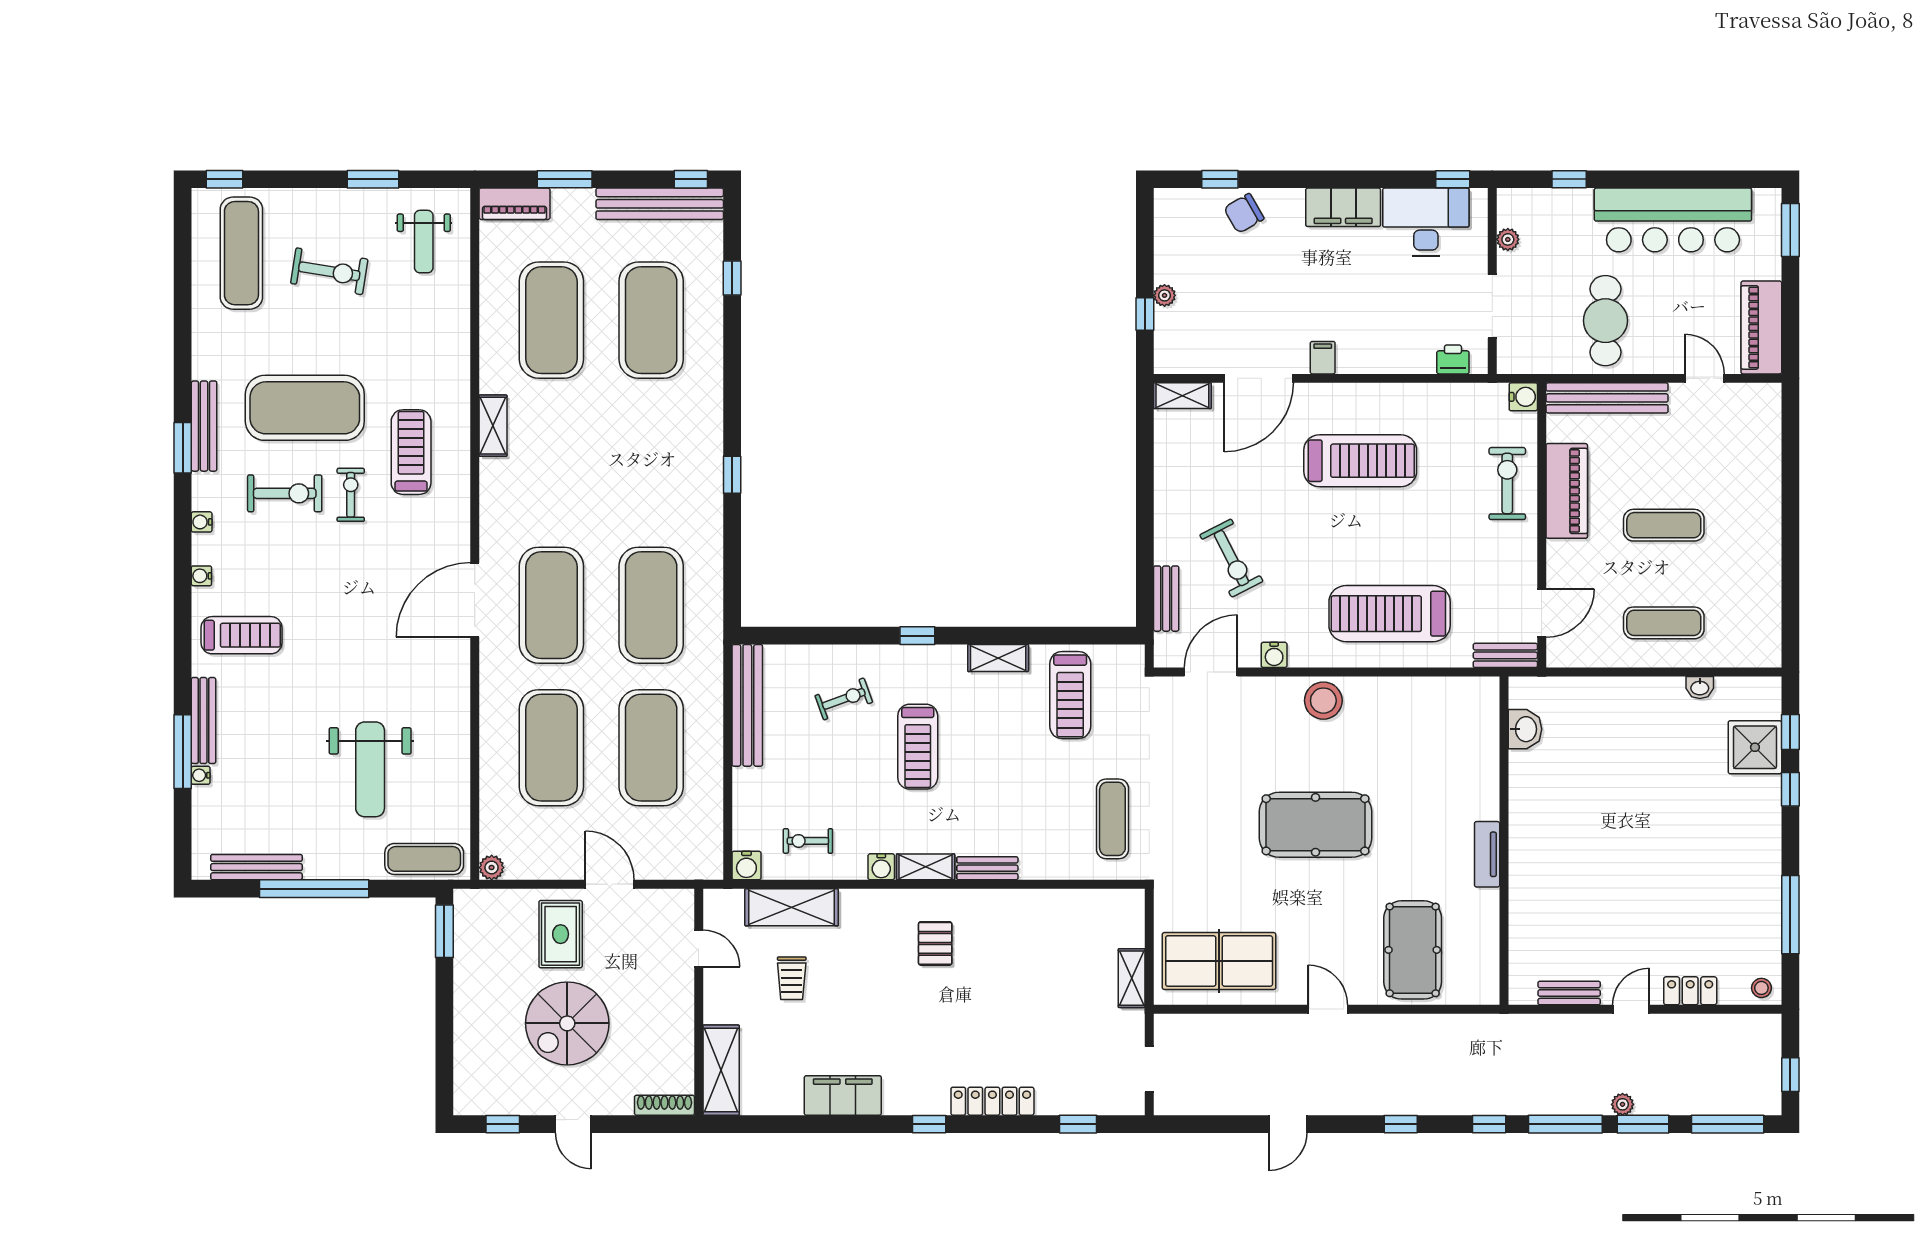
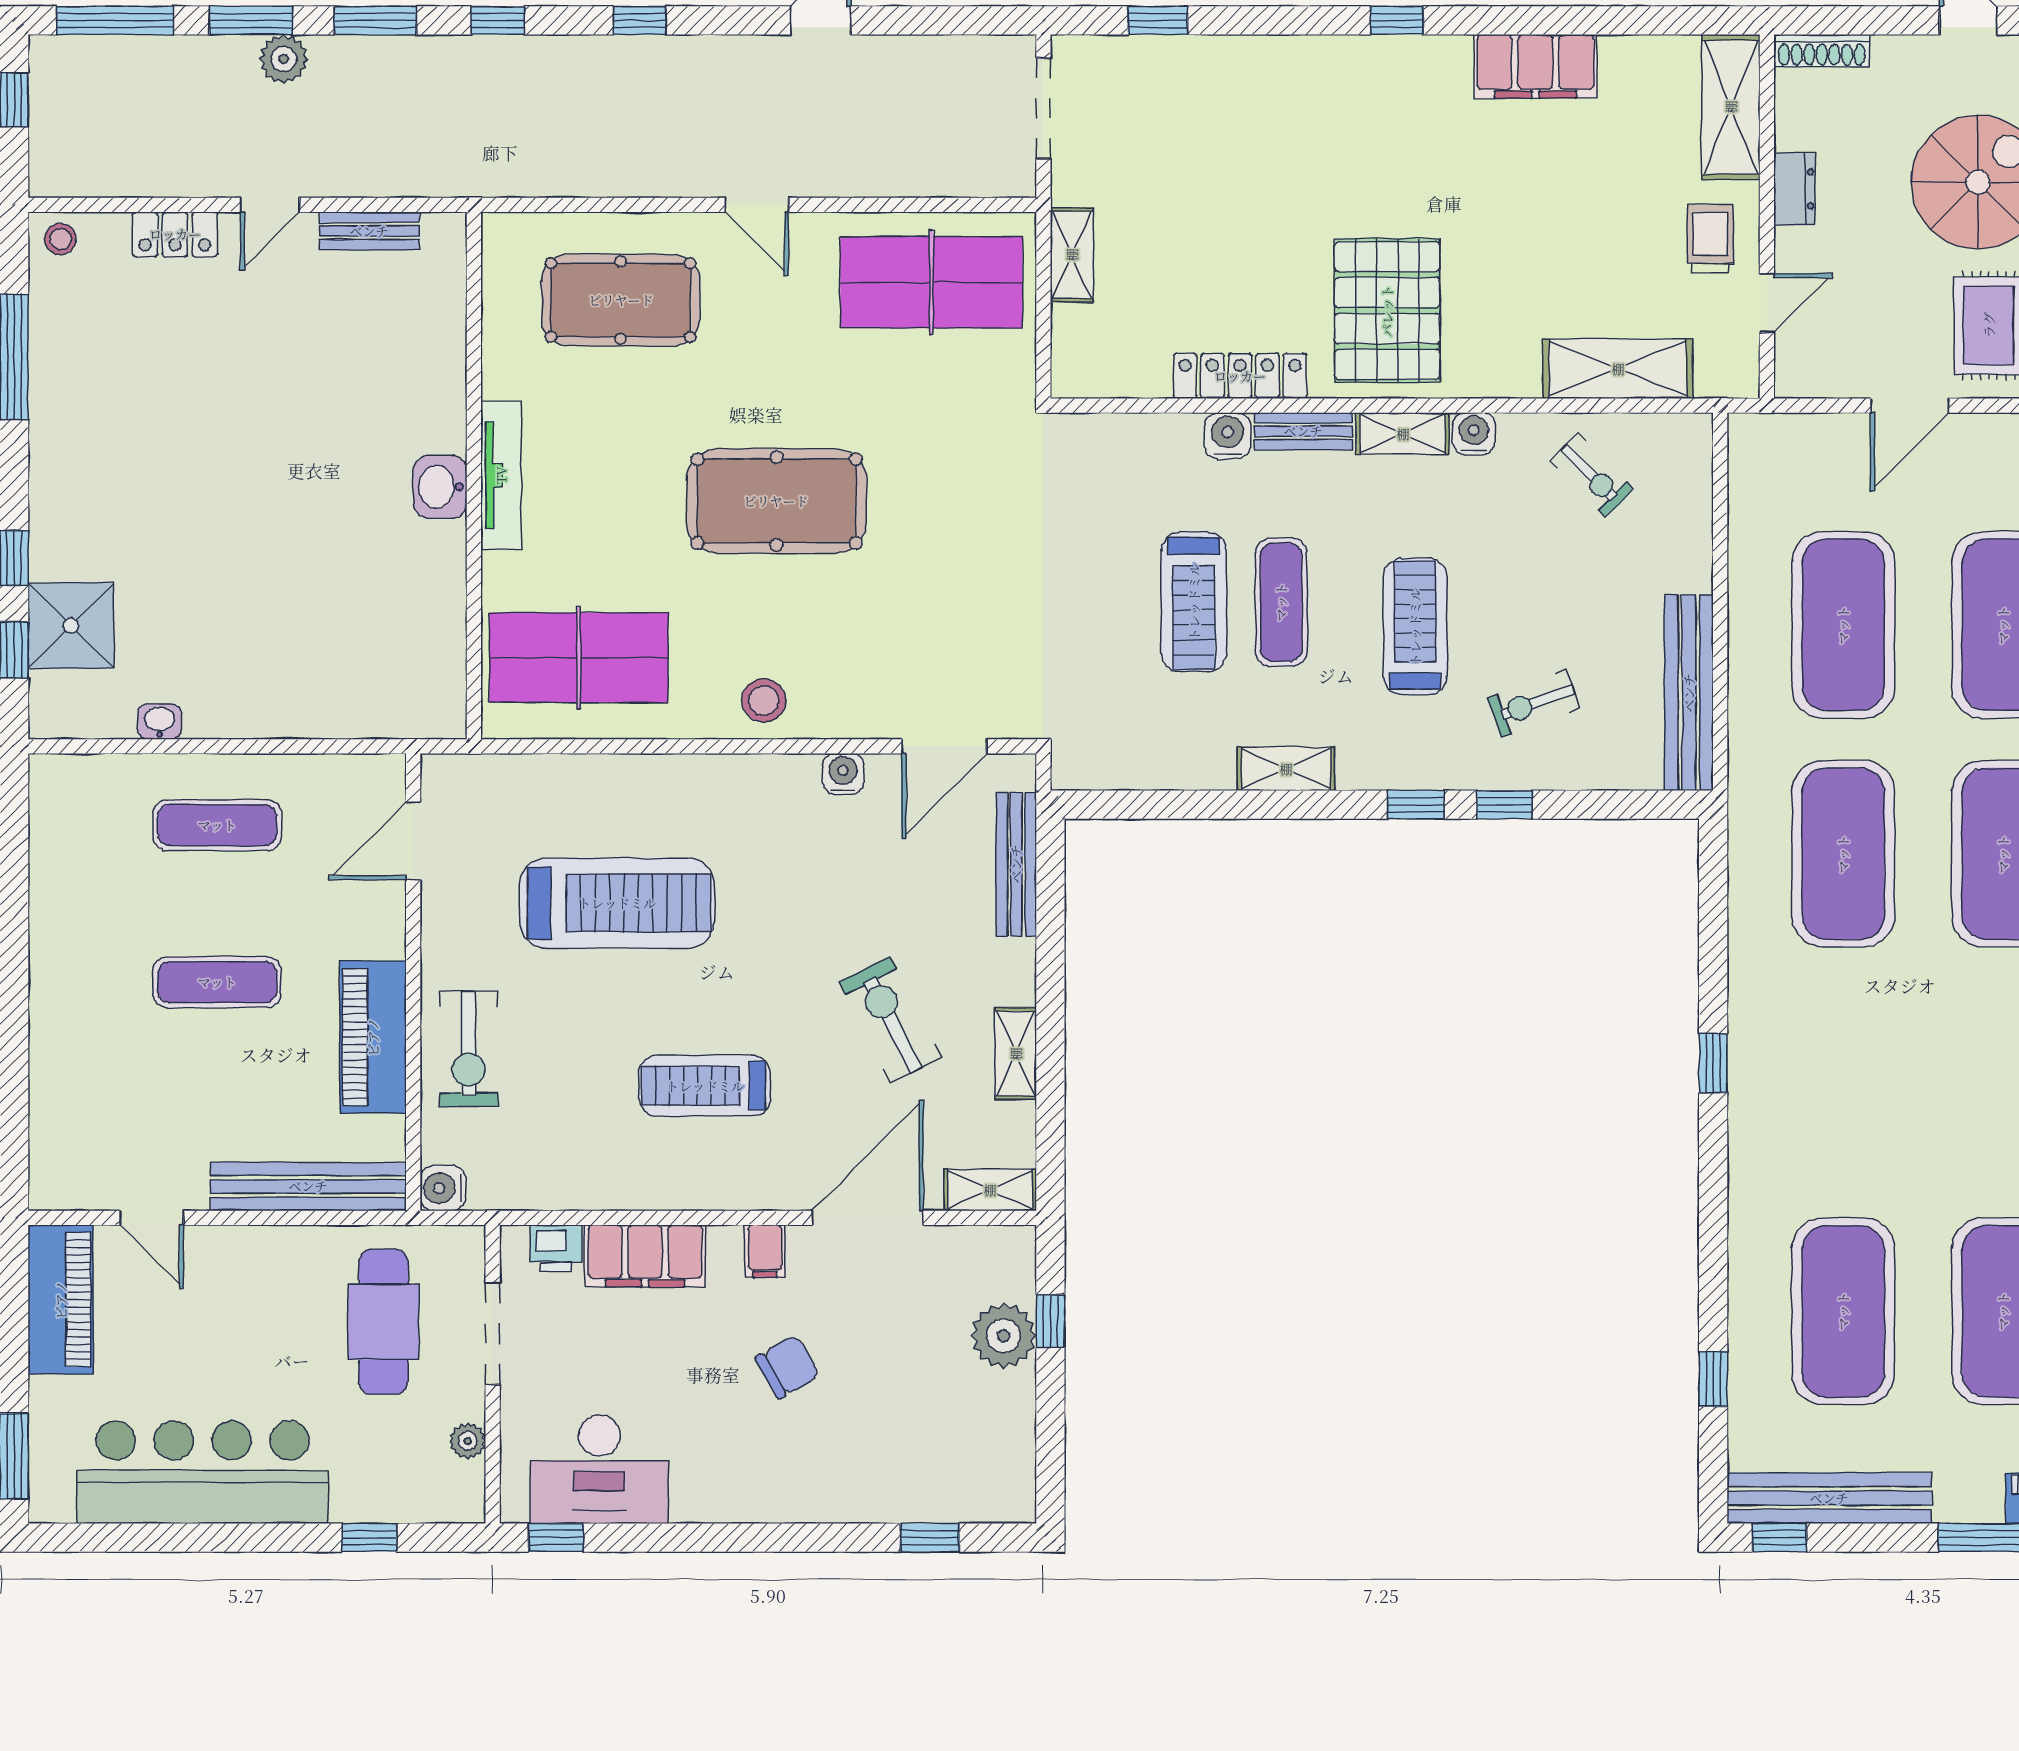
filing cabinet: (1343, 207) -> (645, 1256), moved, turned 180
chair: (1244, 213) -> (787, 1367), moved
plant: (1165, 295) -> (1004, 1336), width x1.88, depth x1.88
cafe table: (1605, 321) -> (383, 1322), moved
treadmill: (1360, 461) -> (705, 1086), width x0.73, depth x0.73
shelving: (1167, 481) -> (1016, 1054), added
exercise bike: (1231, 558) -> (891, 1020), moved
bench: (1166, 599) -> (1016, 864), width x1.36
treadmill: (1390, 614) -> (617, 903), moved
window: (862, 636) -> (1504, 805), added
bench: (1505, 655) -> (472, 773), removed
treadmill: (1070, 695) -> (1194, 602), moved, turned 180
stool: (1323, 701) -> (764, 700), width x0.73, depth x0.73
table tennis table: (1439, 727) -> (579, 658), added
washbasin: (1525, 729) -> (440, 487), moved
exercise mat: (1112, 819) -> (1281, 602), moved
exercise bike: (808, 841) -> (1592, 475), turned 45
tv unit: (1487, 854) -> (501, 475), width x1.41
water cooler: (746, 866) -> (1228, 436), moved
door: (610, 884) -> (1910, 406), hinge flipped
pallet: (935, 943) -> (1387, 311), width x2.05, depth x2.00
door: (699, 948) -> (1767, 303), swing flipped
pool table: (1413, 950) -> (621, 300), turned 90
trolley: (792, 978) -> (1710, 239), moved
dresser: (681, 1019) -> (1794, 189), added
doorway: (1149, 1069) -> (1043, 109), width x1.38
locker: (992, 1101) -> (1240, 376), moved, turned 180
plant: (1622, 1104) -> (284, 59), width x1.38, depth x1.38
window: (1565, 1124) -> (375, 20), width x0.69

